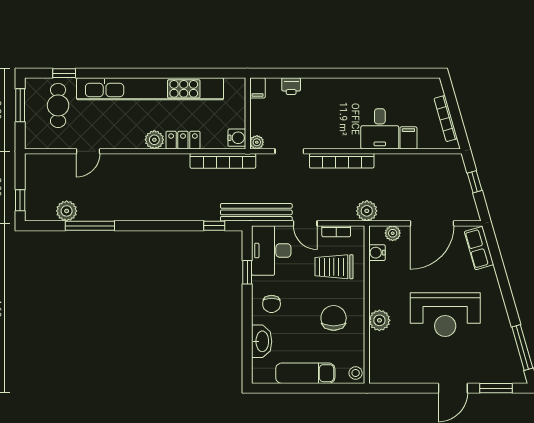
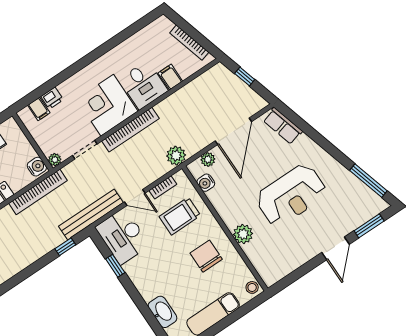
filing cabinet: (258, 88) -> (39, 109), moved
corner desk: (336, 125) -> (107, 105), added
chair: (272, 304) -> (151, 278), removed

